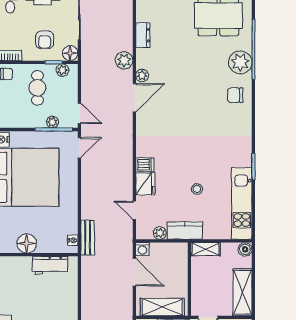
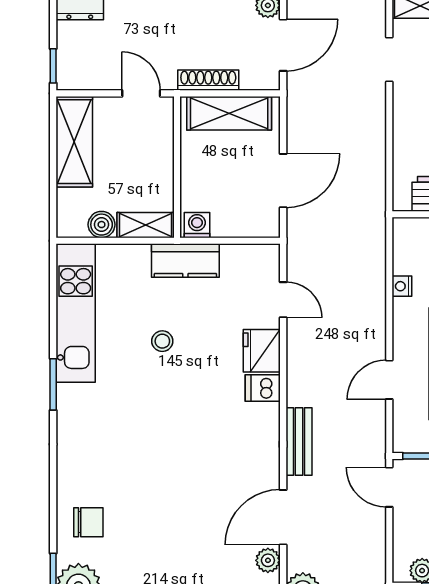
door: (79, 148) -> (389, 380), moved
plant: (160, 233) -> (234, 256), removed
bench: (88, 238) -> (299, 442), moved
nightstand: (73, 240) -> (402, 286), moved
washing machine: (142, 249) -> (197, 225), moved
boiler: (245, 249) -> (102, 225), moved
door: (134, 272) -> (283, 181), swing flipped

